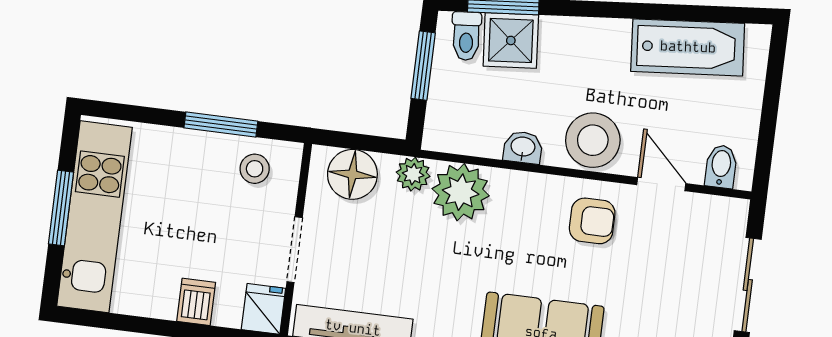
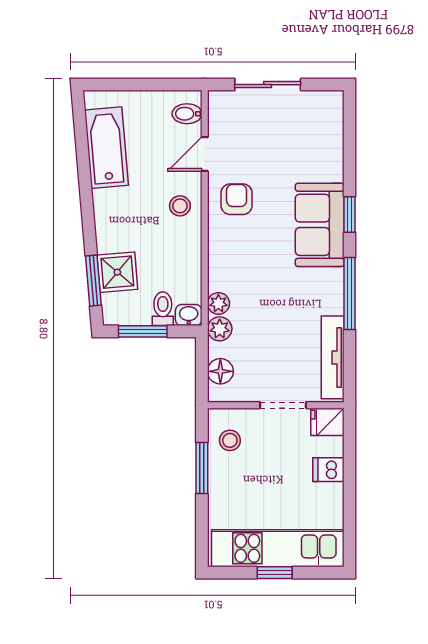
toilet: (466, 36) -> (163, 309), moved, turned -85
stool: (593, 140) -> (180, 206), width x0.53, depth x0.53
washbasin: (523, 147) -> (189, 315), moved, turned 90
floor lamp: (352, 174) -> (220, 371), width x0.73, depth x0.73
plant: (461, 192) -> (218, 303), width x0.53, depth x0.53
window: (61, 208) -> (275, 573), width x0.67

